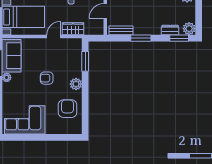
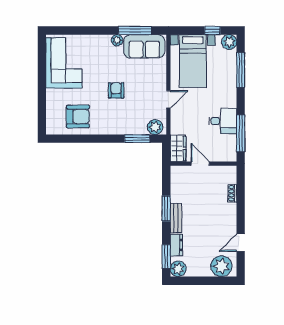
wardrobe: (73, 29) -> (178, 148), moved
bench: (121, 30) -> (176, 218), moved
door: (54, 36) -> (168, 99), hinge flipped
plant: (76, 84) -> (155, 127), moved

